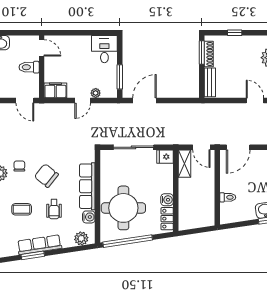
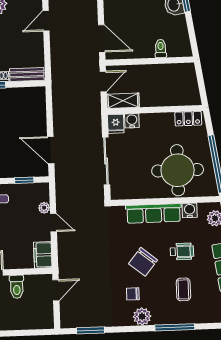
window: (120, 77) -> (24, 180), width x0.67
water cooler: (167, 200) -> (132, 121), moved

